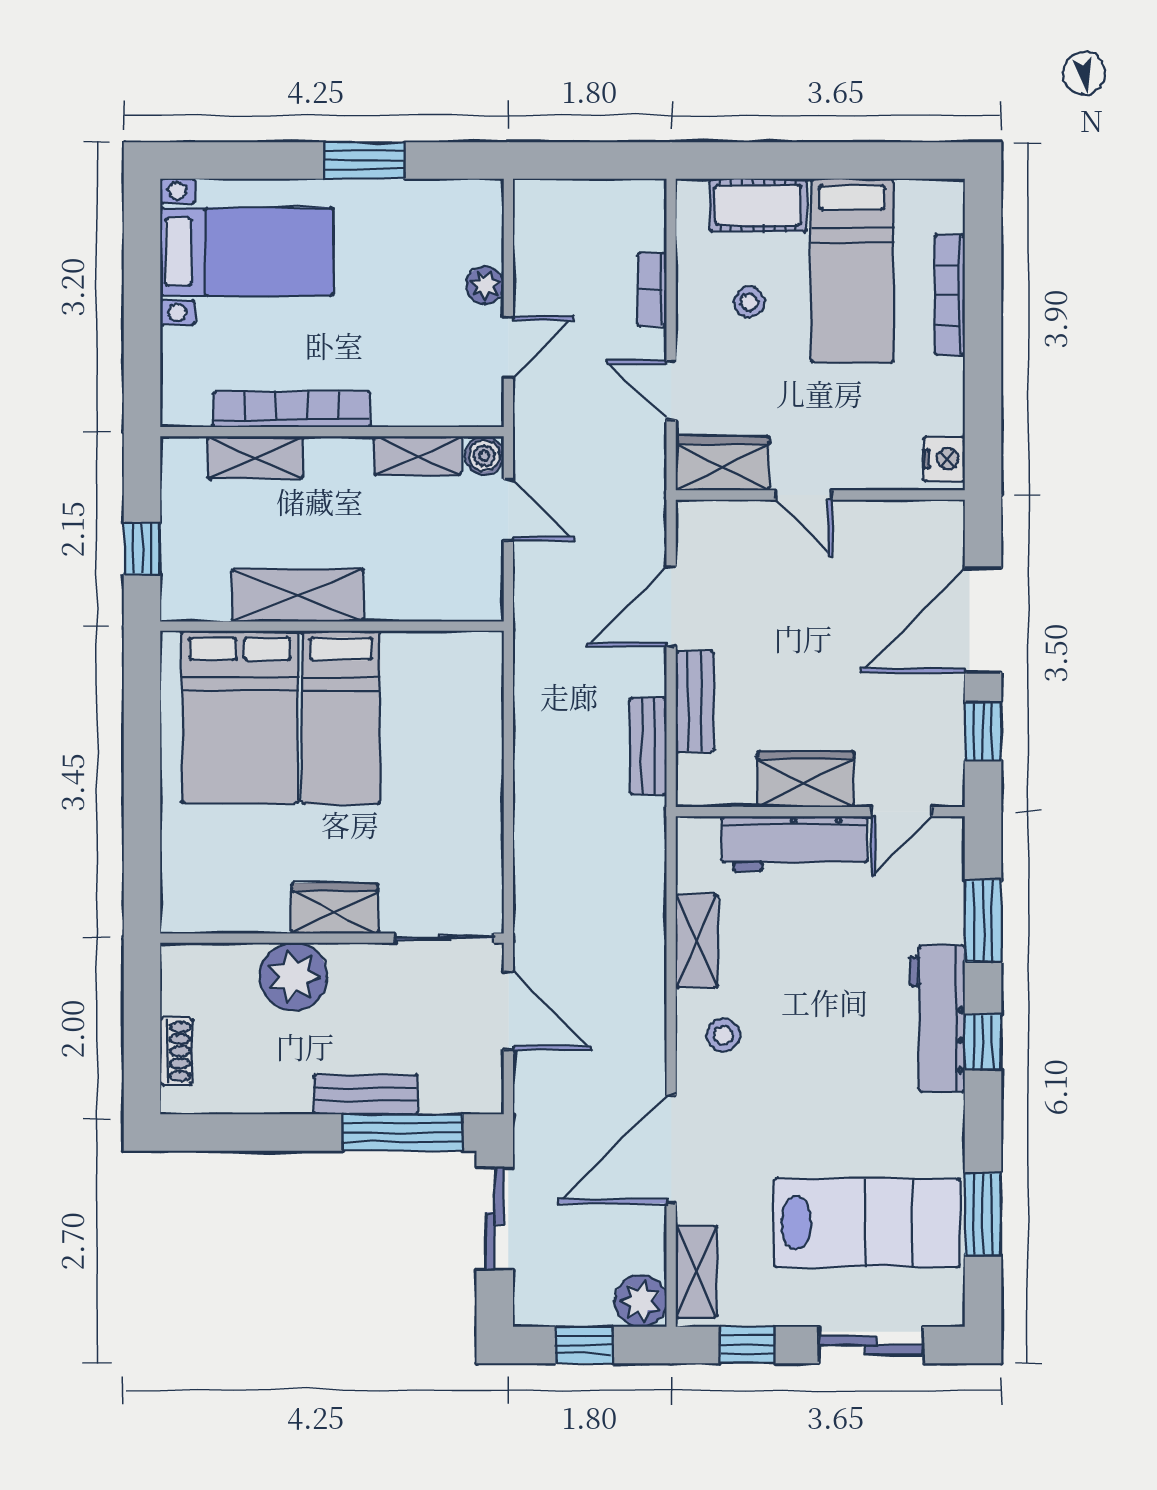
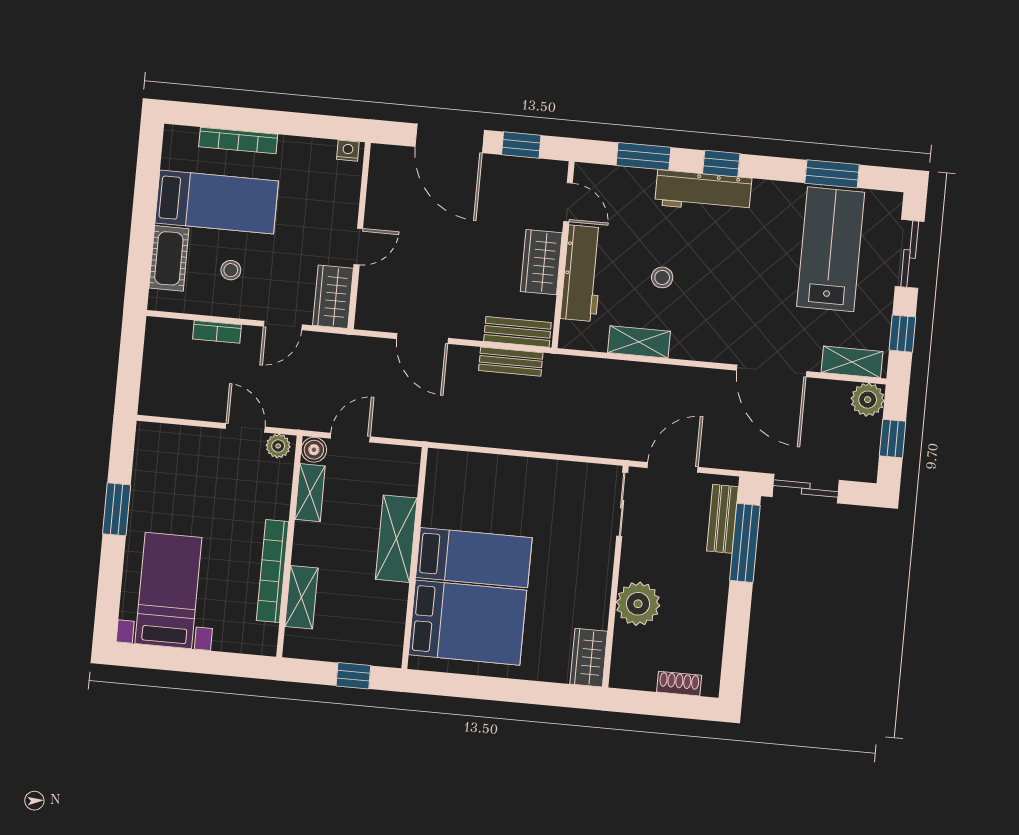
plant: (485, 285) -> (278, 446), moved
nightstand: (944, 459) -> (348, 151), width x0.72, depth x0.74
shelving: (298, 595) -> (396, 539), moved
bench: (695, 702) -> (517, 332), moved
wardrobe: (335, 908) -> (589, 658), moved
stool: (723, 1035) -> (662, 277), moved
bench: (366, 1095) -> (722, 519), moved

